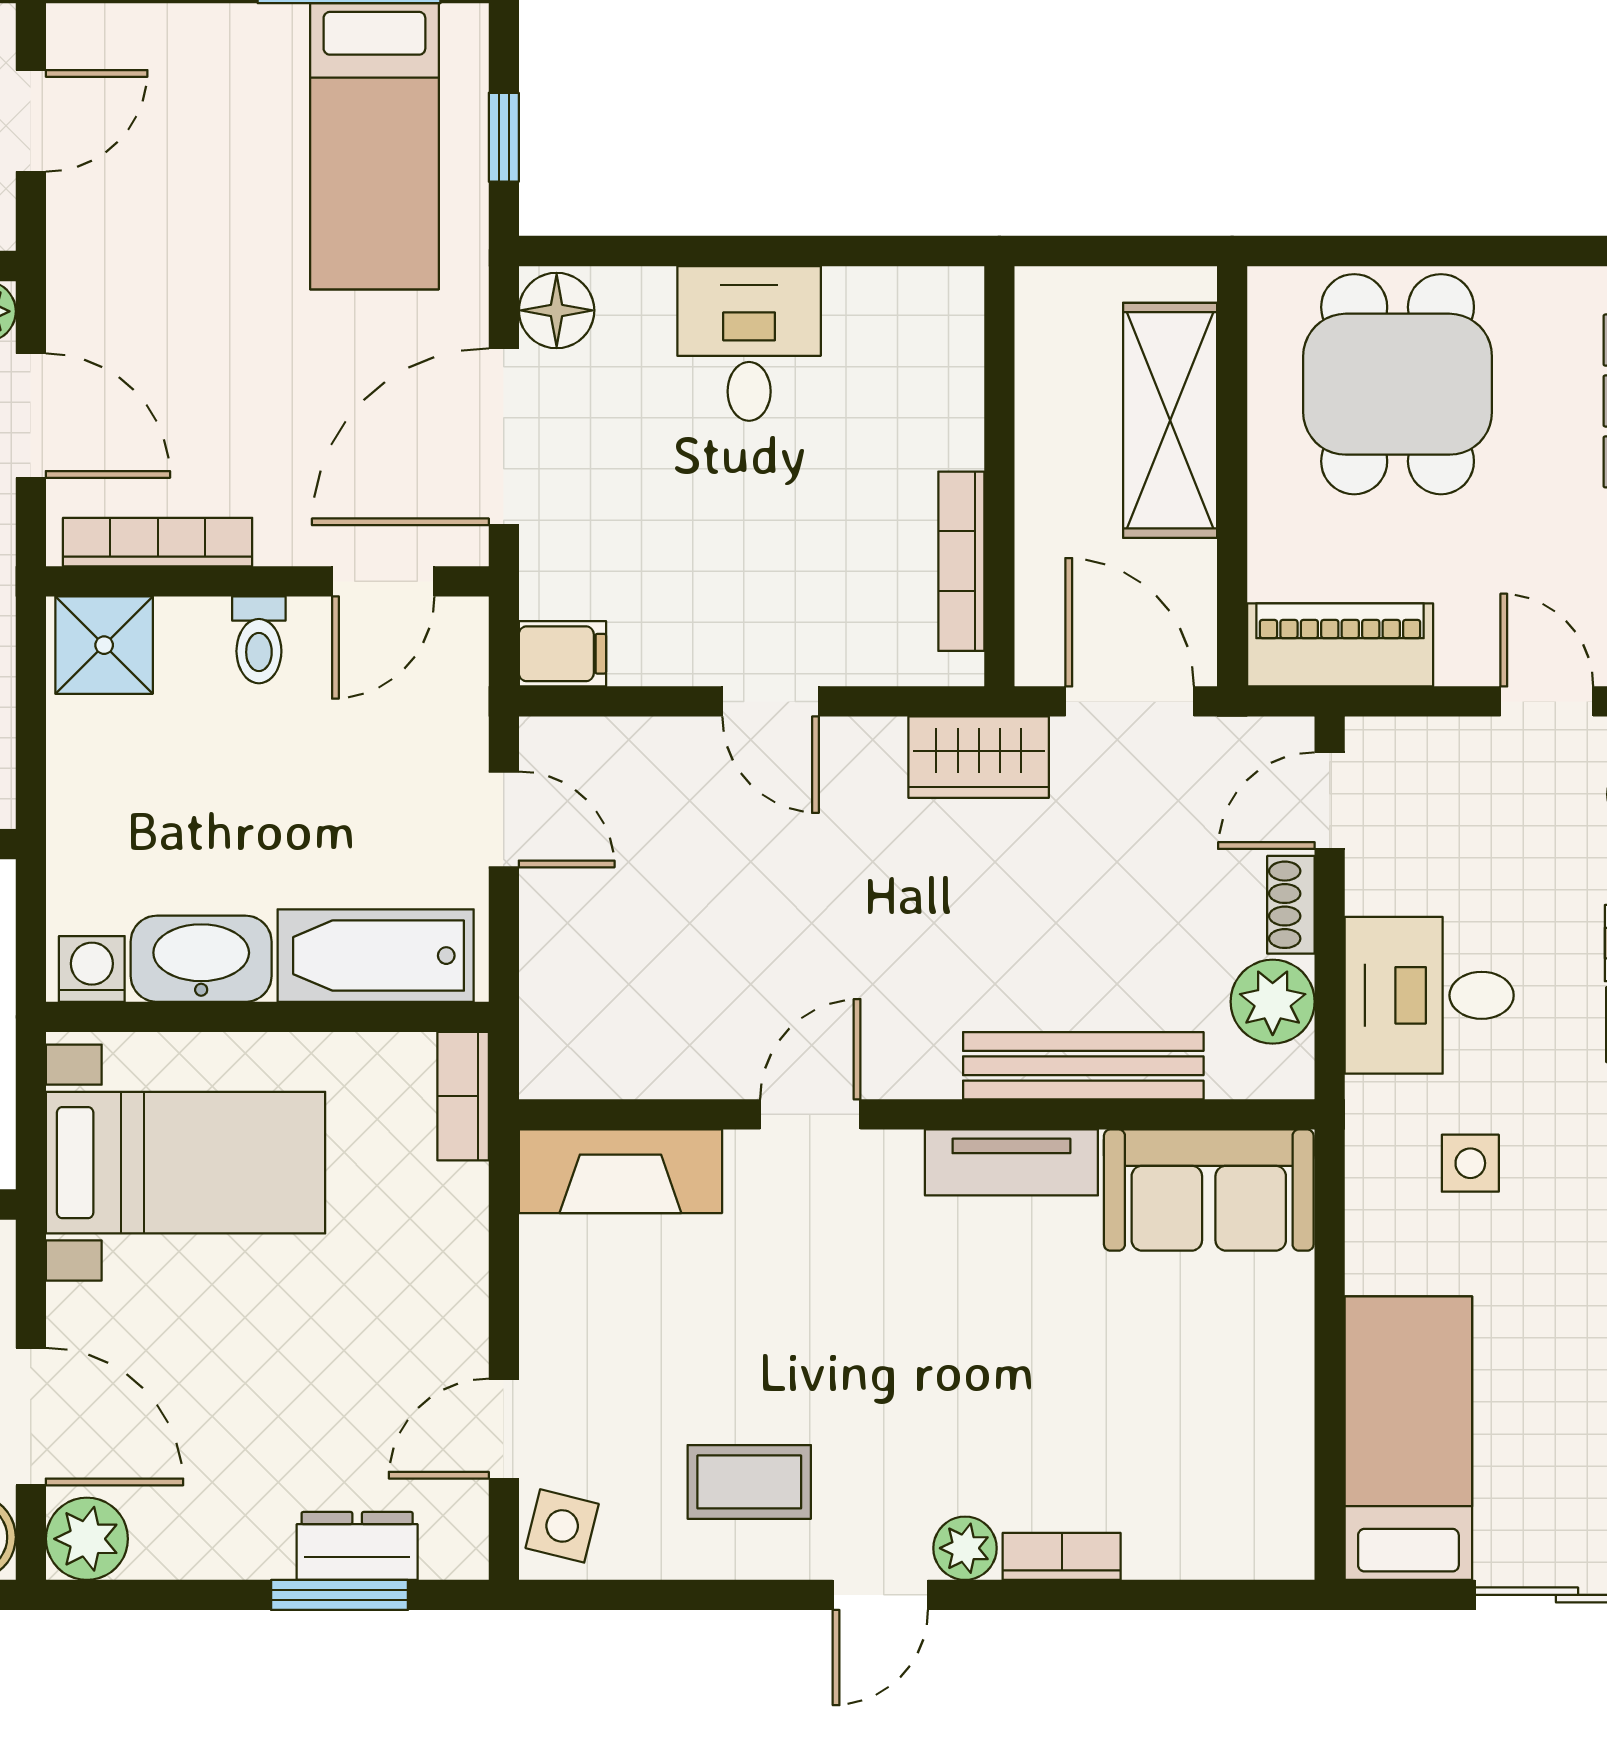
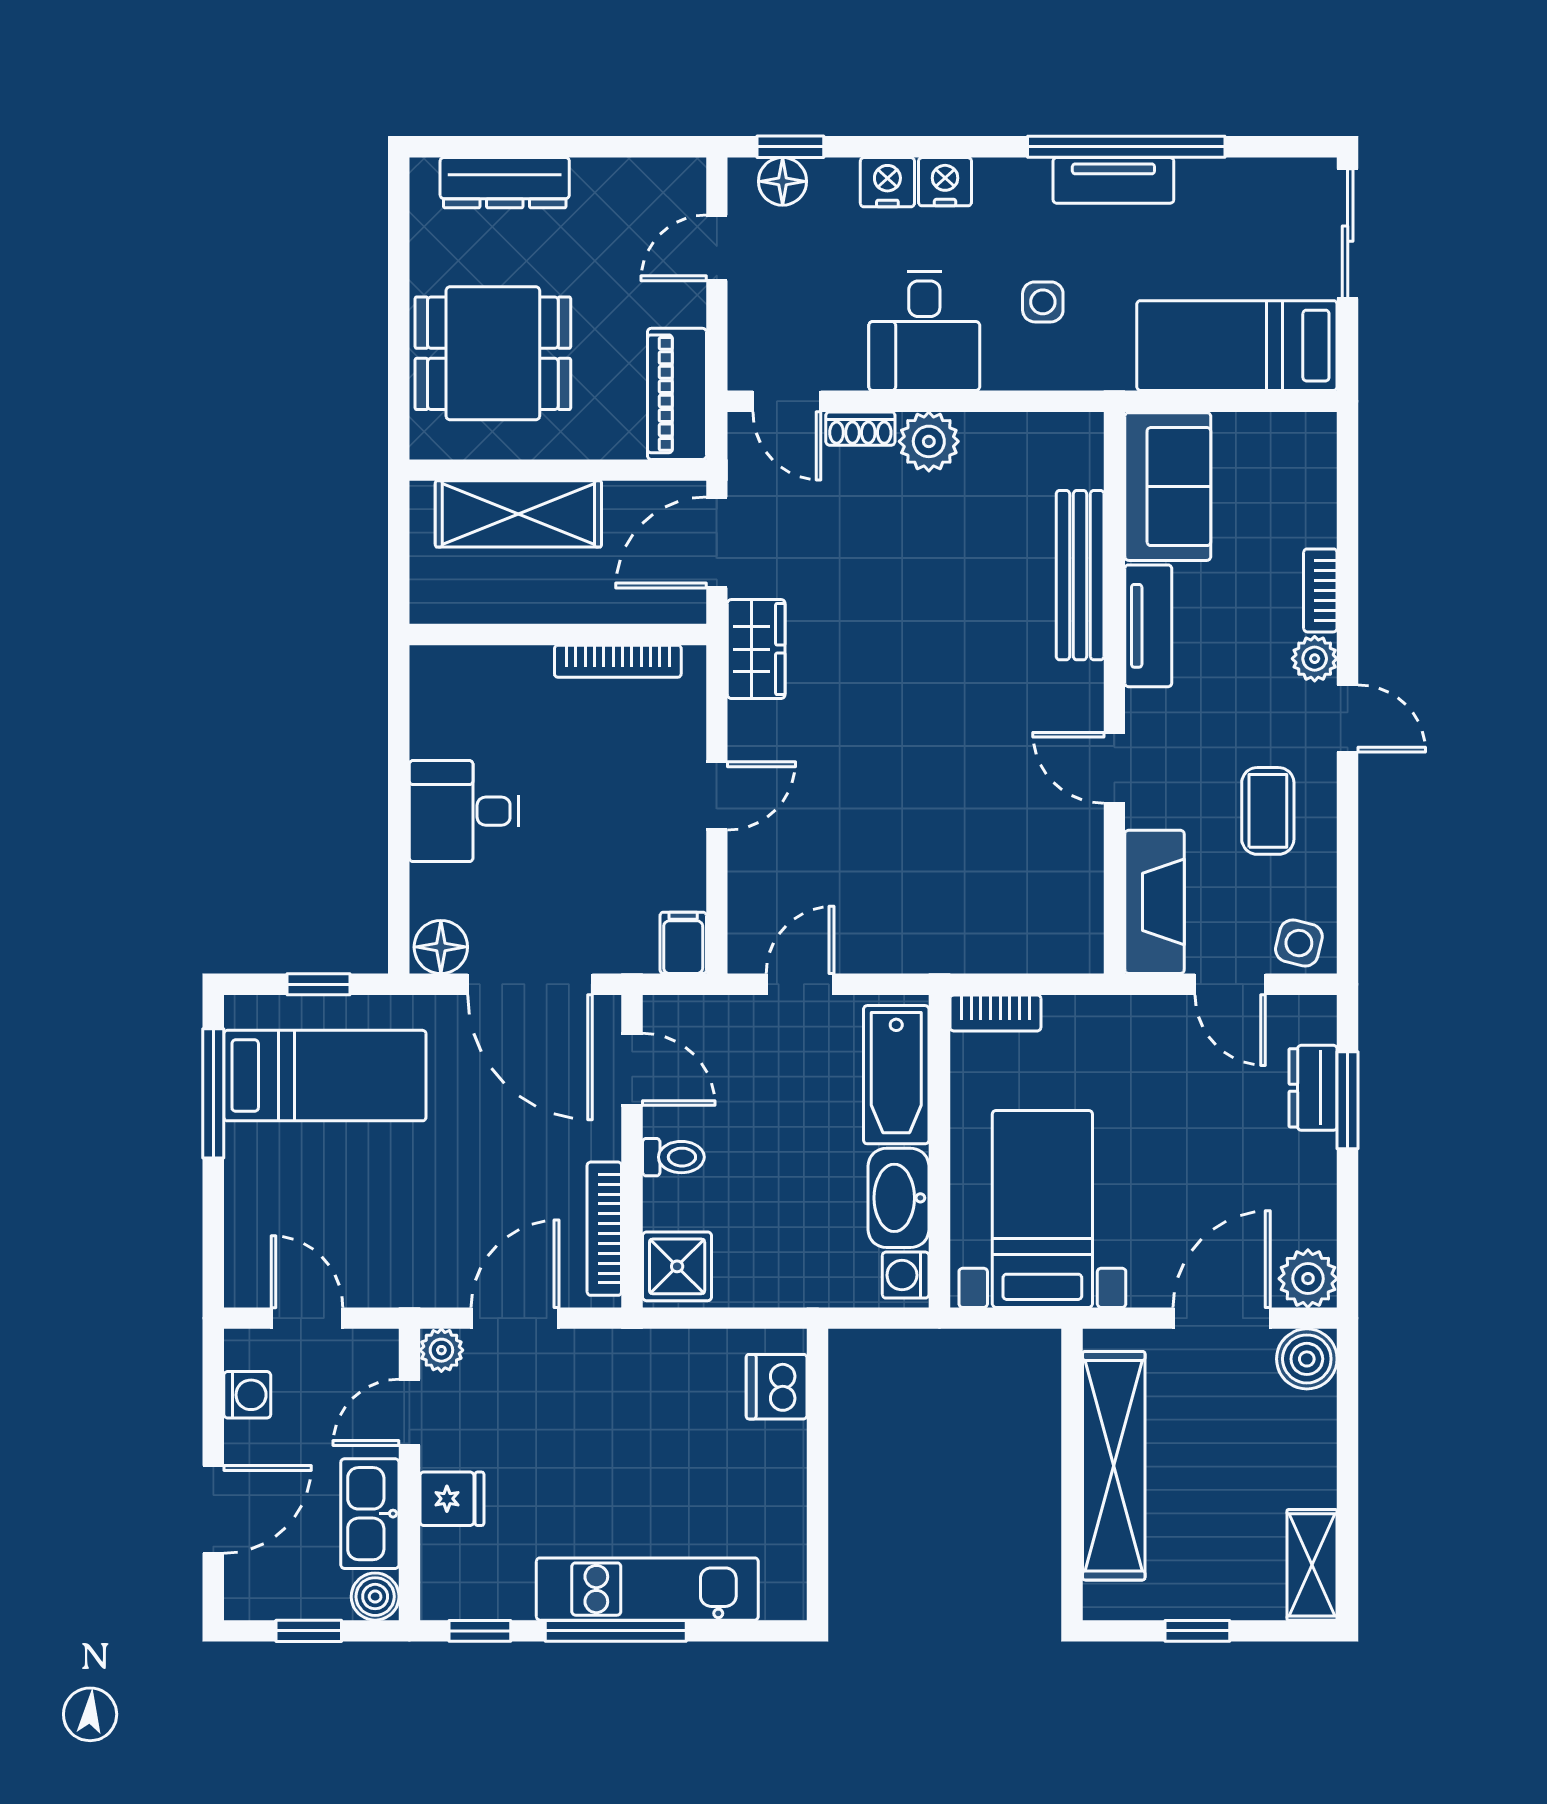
bench: (1083, 1066) -> (1080, 575), moved
door: (810, 1114) -> (1114, 768), moved
wall: (917, 1114) -> (1114, 693), moved
tv unit: (1011, 1162) -> (1148, 626), moved
fireplace: (620, 1171) -> (1154, 902), moved
sofa: (1209, 1190) -> (1168, 487), moved

